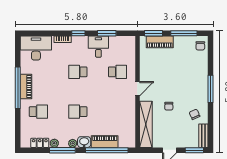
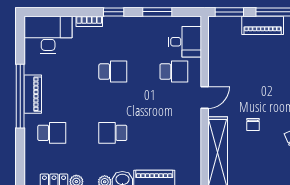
piano: (160, 42) -> (263, 25), moved
desk: (98, 47) -> (185, 42), moved, turned 90
school desk: (78, 72) -> (113, 72), turned 180

